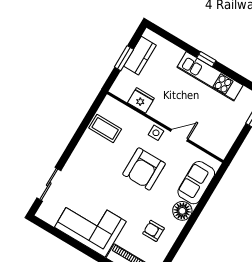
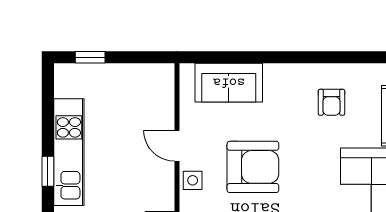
floor lamp: (182, 211) -> (280, 79), removed

